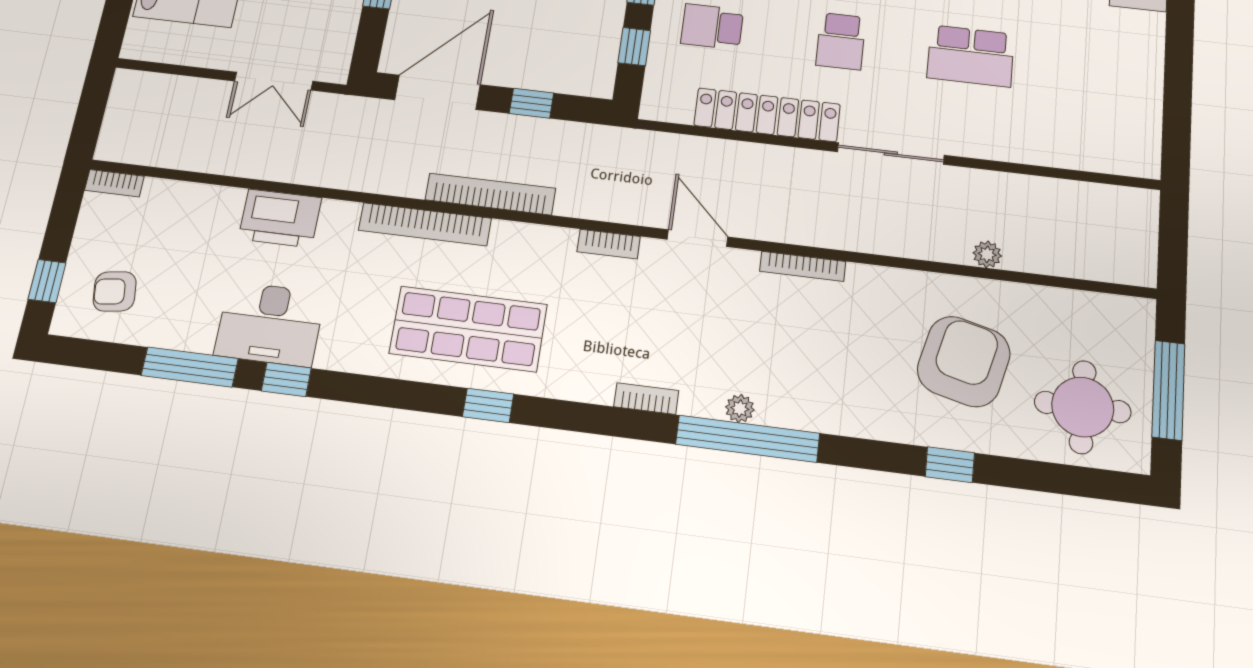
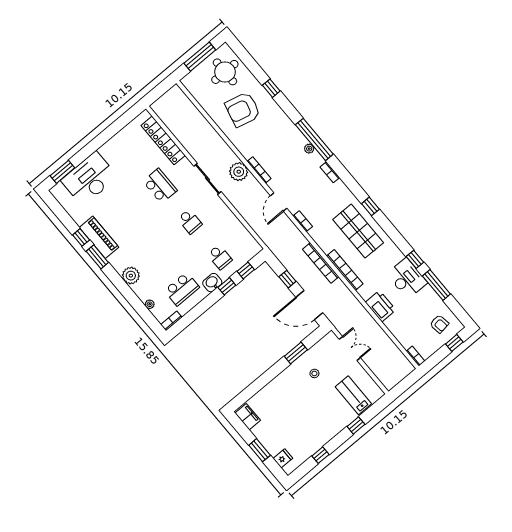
school desk: (841, 41) -> (190, 222), turned 90
locker: (767, 115) -> (163, 140), moved
plant: (987, 254) -> (239, 172), moved, width x1.88, depth x1.88

